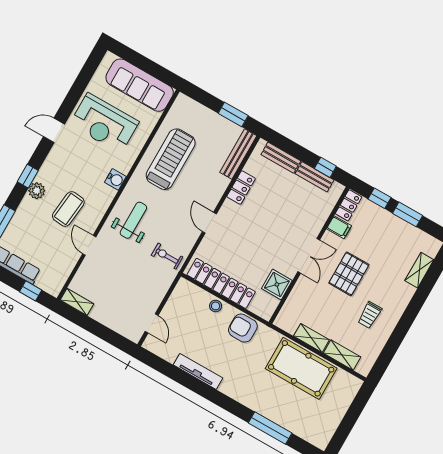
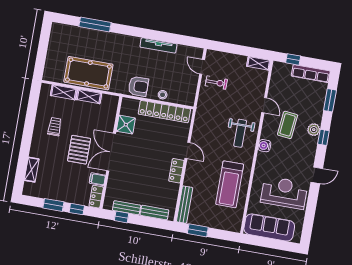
water cooler: (115, 179) -> (264, 146), moved
locker: (241, 188) -> (176, 171), moved
exercise bike: (167, 256) -> (216, 83), moved
double door: (309, 256) -> (111, 152), width x1.37

